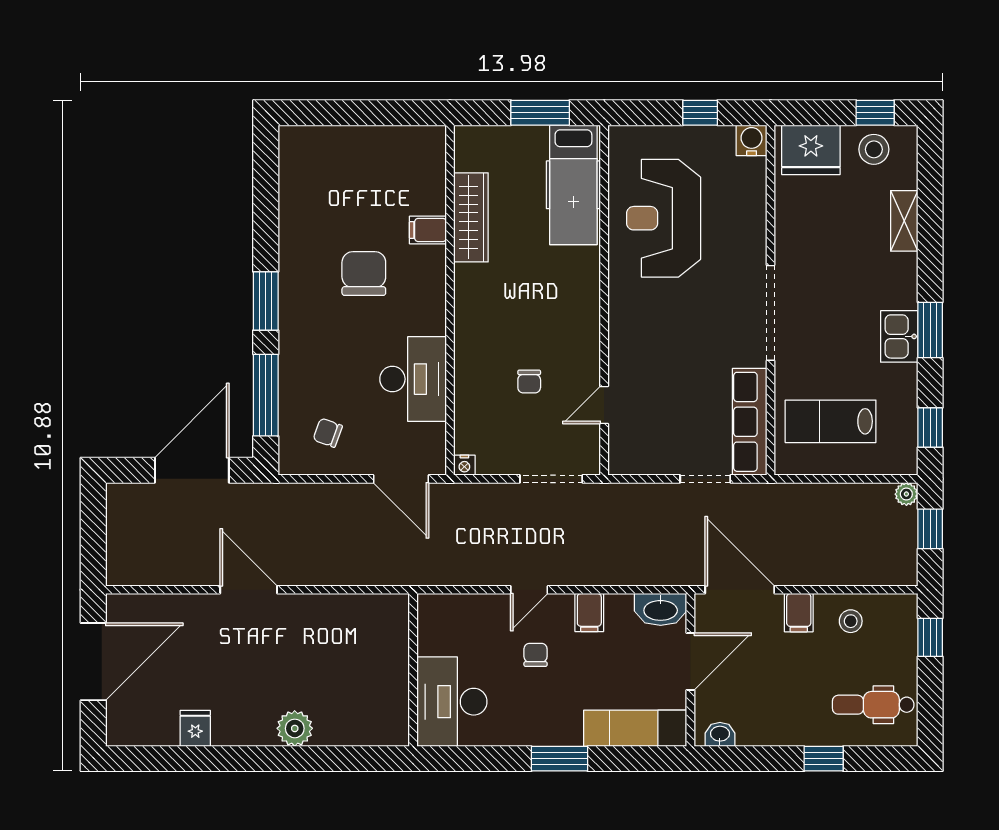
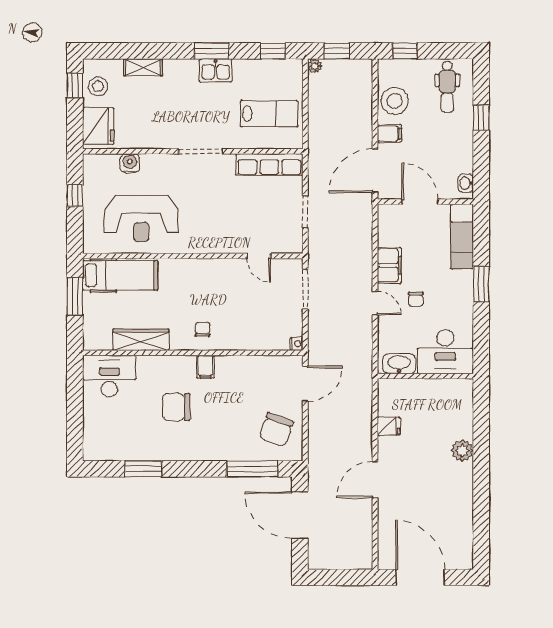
water cooler: (752, 140) -> (130, 163), moved, turned 90
filing cabinet: (428, 230) -> (206, 367), moved
window: (266, 301) -> (143, 469), moved
doorway: (771, 313) -> (201, 151), width x0.73
desk: (413, 379) -> (109, 376), moved
chair: (529, 382) -> (203, 329), moved, turned -90
lab bench: (831, 421) -> (269, 114), turned -90
chair: (328, 433) -> (276, 430), width x1.87, depth x1.87
doorway: (705, 479) -> (305, 212), moved
washbasin: (661, 609) -> (399, 364), moved, turned -90
filing cabinet: (589, 613) -> (389, 265), width x2.00
stool: (851, 621) -> (395, 101), width x1.89, depth x1.89
chair: (536, 655) -> (416, 299), turned -90
fridge: (195, 728) -> (389, 426), moved, turned 180

